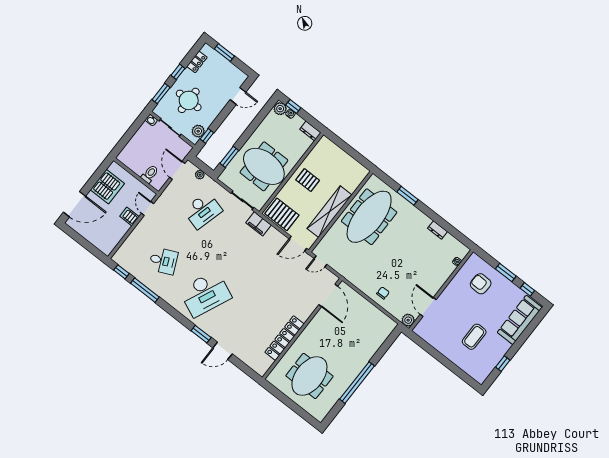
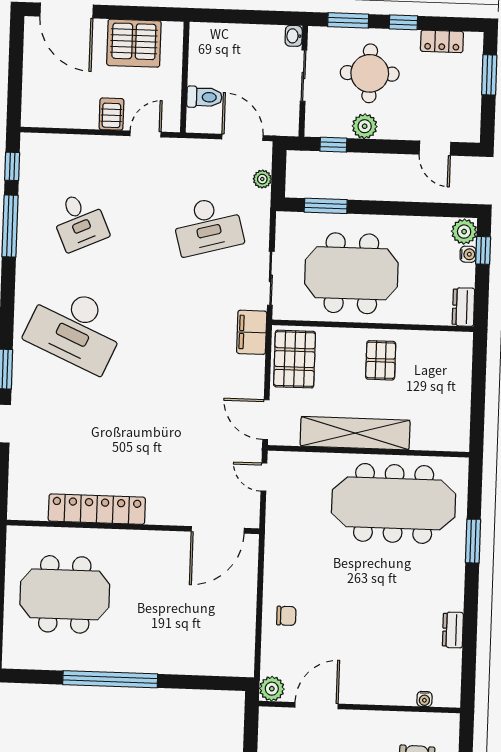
plant: (198, 131) -> (365, 126), moved
meeting table: (264, 166) -> (351, 273), turned 90
door: (177, 170) -> (242, 137), hinge flipped
desk: (203, 210) -> (208, 226), turned -30

